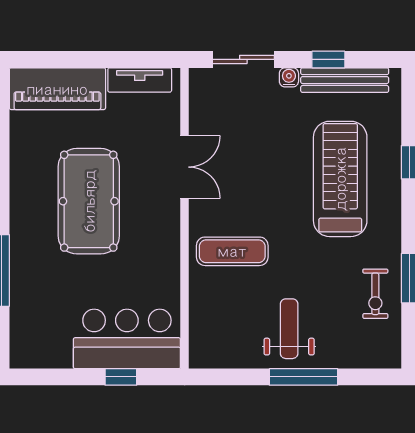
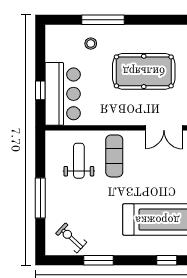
stool: (41, 291) -> (91, 44), added
exercise bike: (375, 294) -> (71, 238), moved, turned 43
weight bench: (289, 329) -> (79, 161), moved, turned -90

